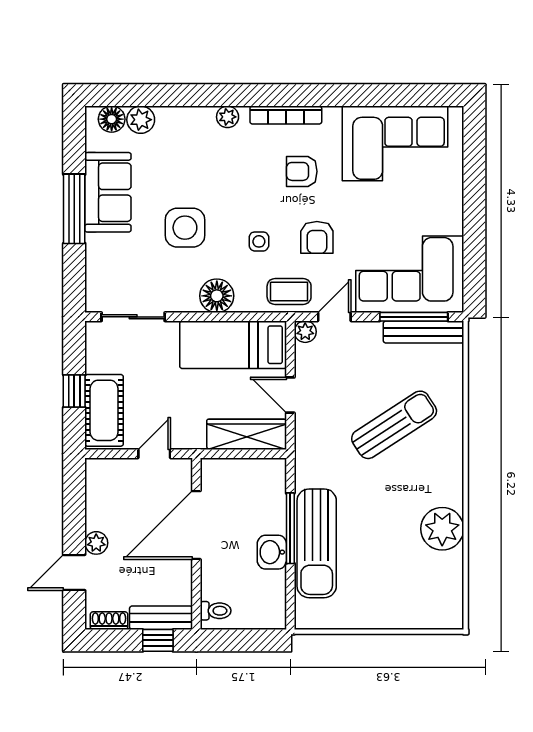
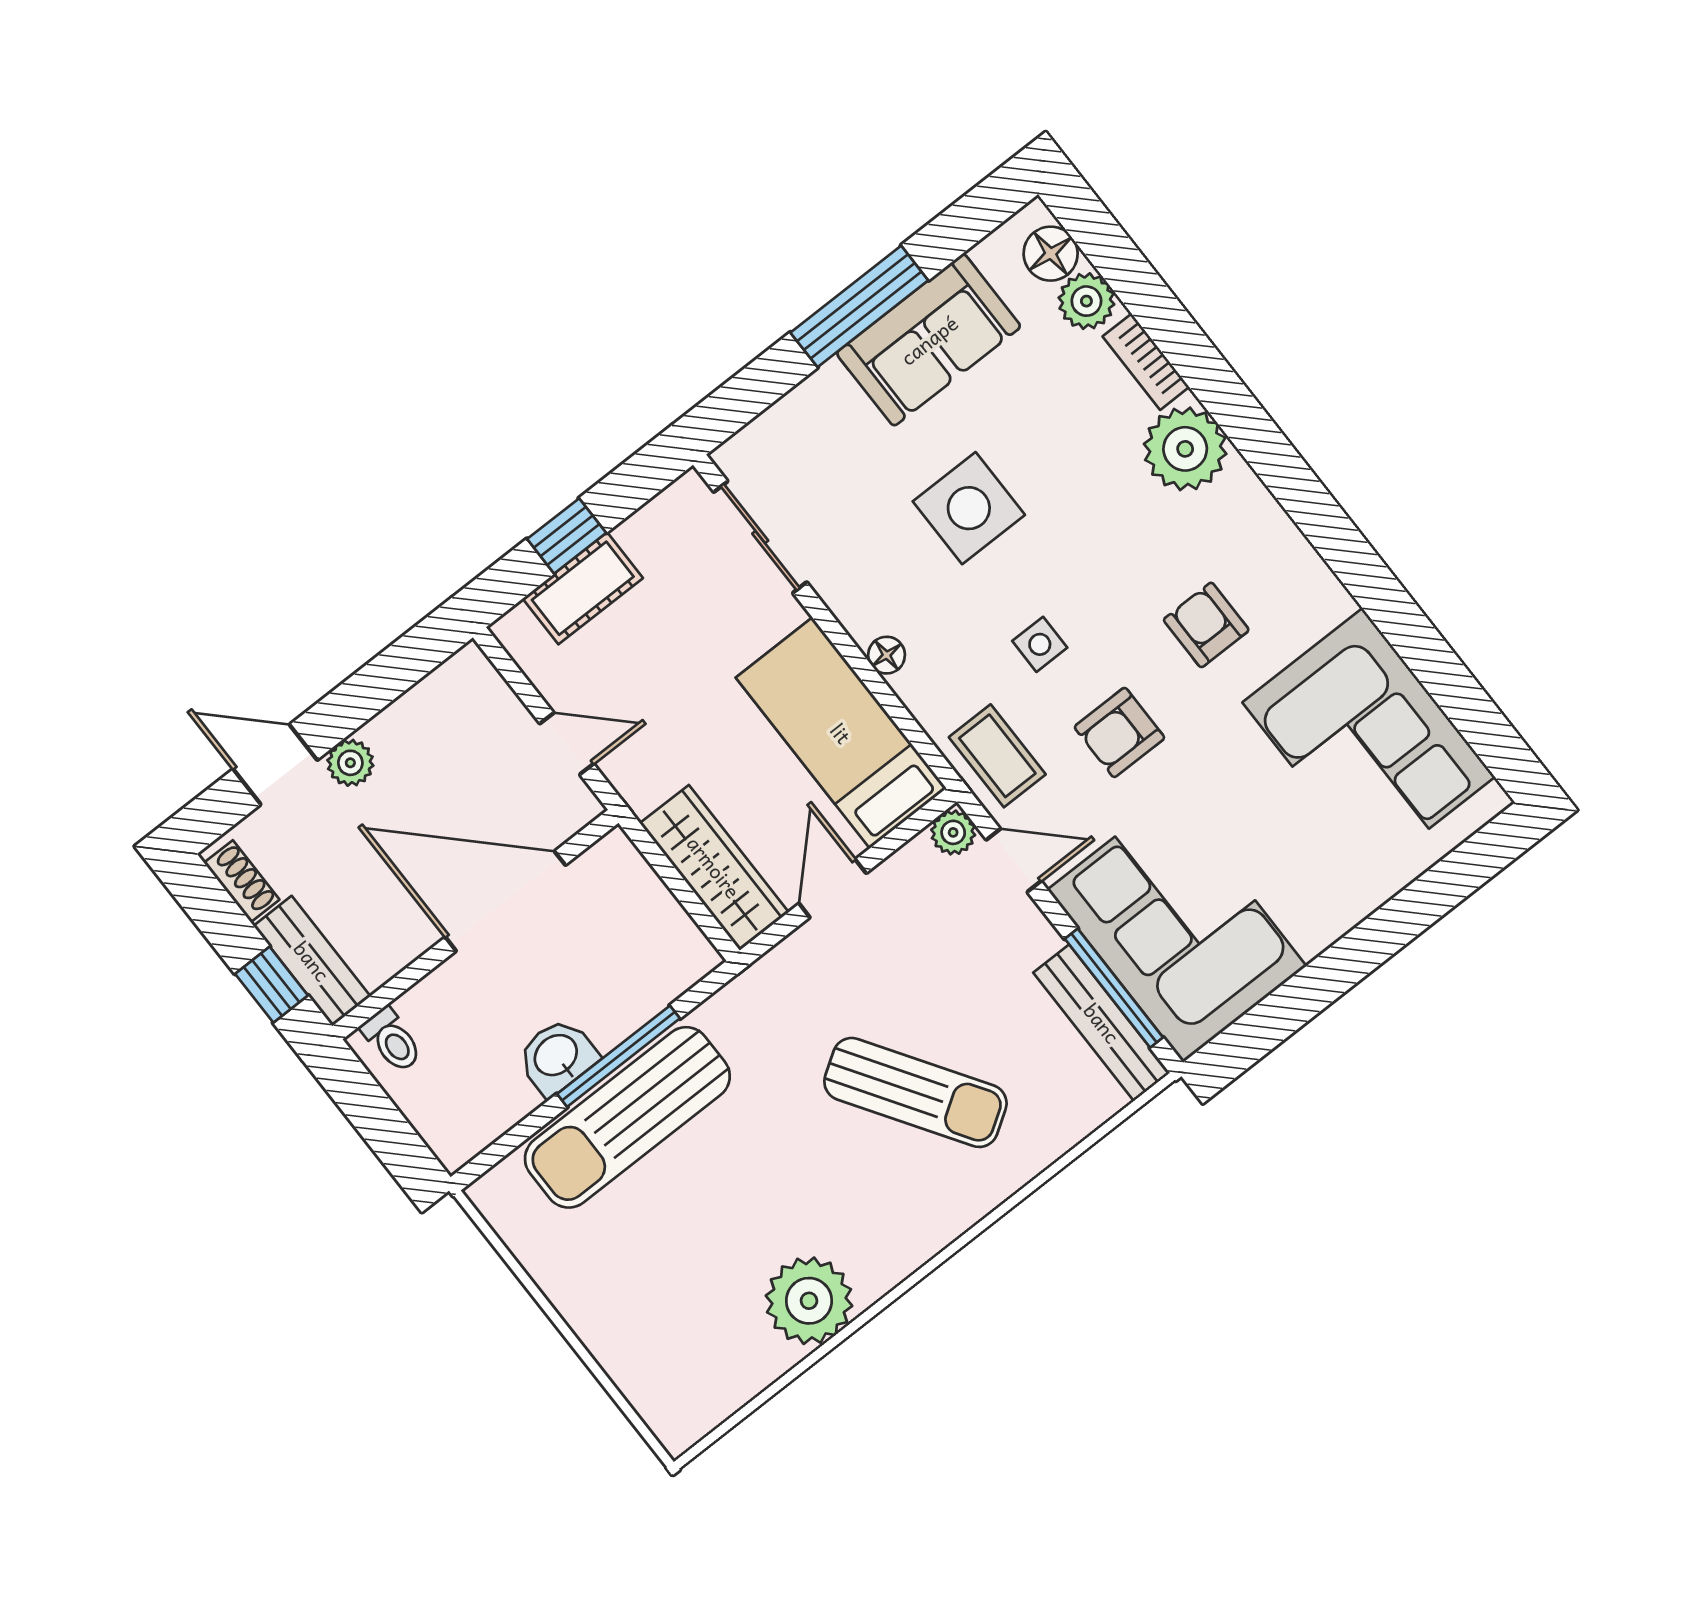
bookcase: (286, 115) -> (1146, 362), moved, width x0.64
plant: (228, 117) -> (1185, 449), width x1.87, depth x1.87
floor lamp: (217, 296) -> (887, 655), width x0.53, depth x0.53
cot: (104, 410) -> (583, 588), width x0.73, depth x0.75

